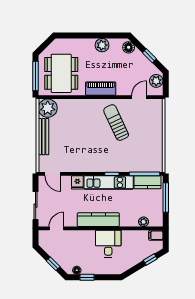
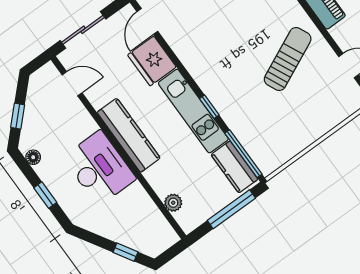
fridge: (77, 182) -> (152, 61), width x1.88, depth x1.34
filing cabinet: (156, 235) -> (167, 235), removed
desk: (108, 244) -> (99, 168), width x1.37
window: (87, 277) -> (45, 195), moved

